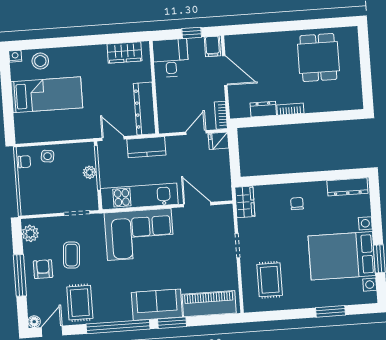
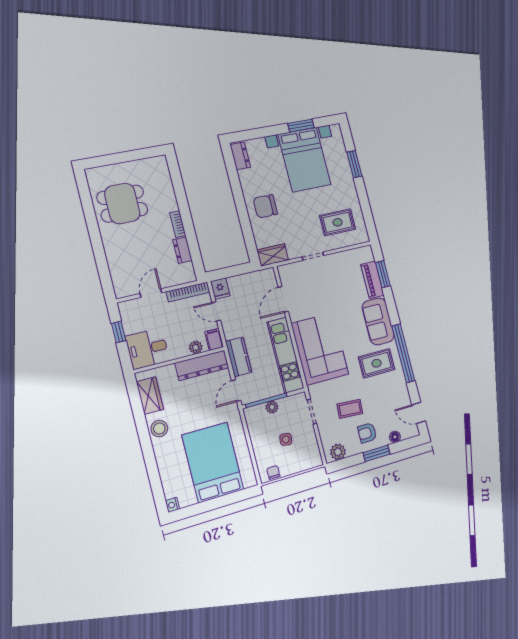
filing cabinet: (212, 46) -> (214, 339), moved, turned -90
stool: (40, 61) -> (159, 428), moved
door: (225, 70) -> (151, 293), width x0.73
bed: (47, 95) -> (213, 462), width x1.50
plant: (164, 105) -> (196, 347), added
bookcase: (221, 115) -> (188, 292), width x1.56
side table: (48, 156) -> (286, 439), moved
dresser: (347, 187) -> (240, 156), width x0.70
chair: (297, 204) -> (265, 206), width x1.87, depth x1.87
window: (20, 275) -> (377, 453), width x0.69
rug: (80, 303) -> (377, 363), moved
piano: (209, 304) -> (372, 280), width x0.73, depth x0.75
floor lamp: (34, 322) -> (395, 437), moved
window: (172, 323) -> (383, 274), moved

